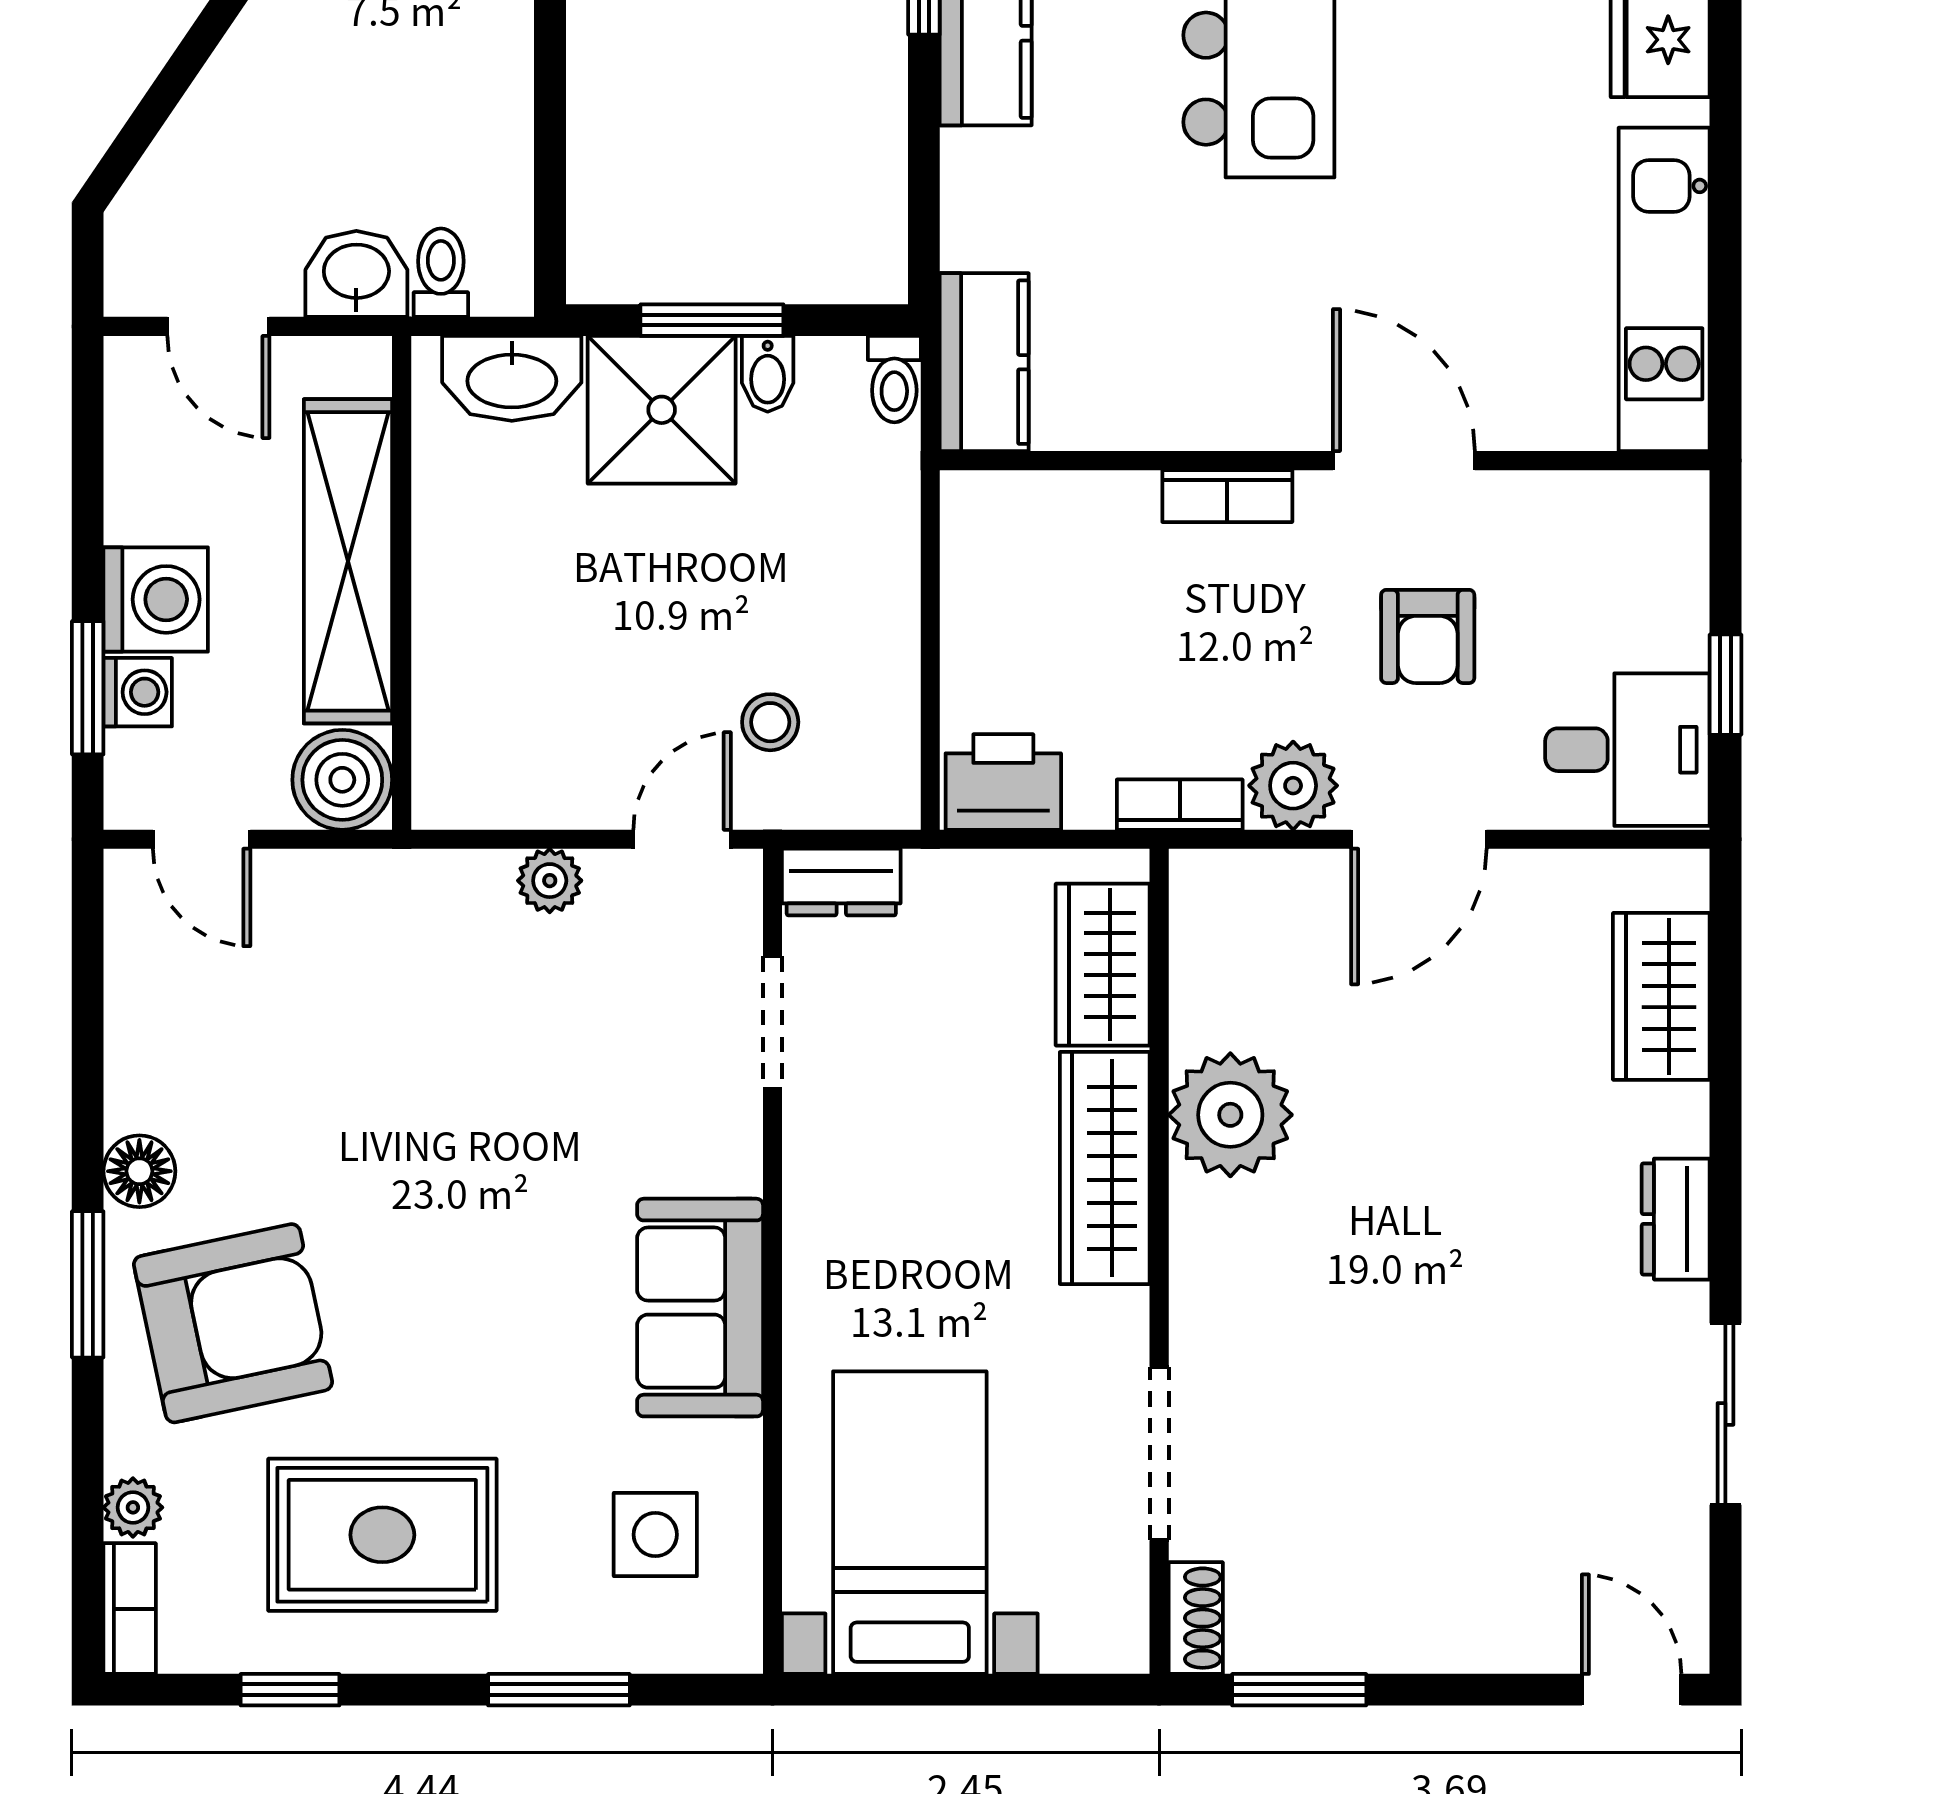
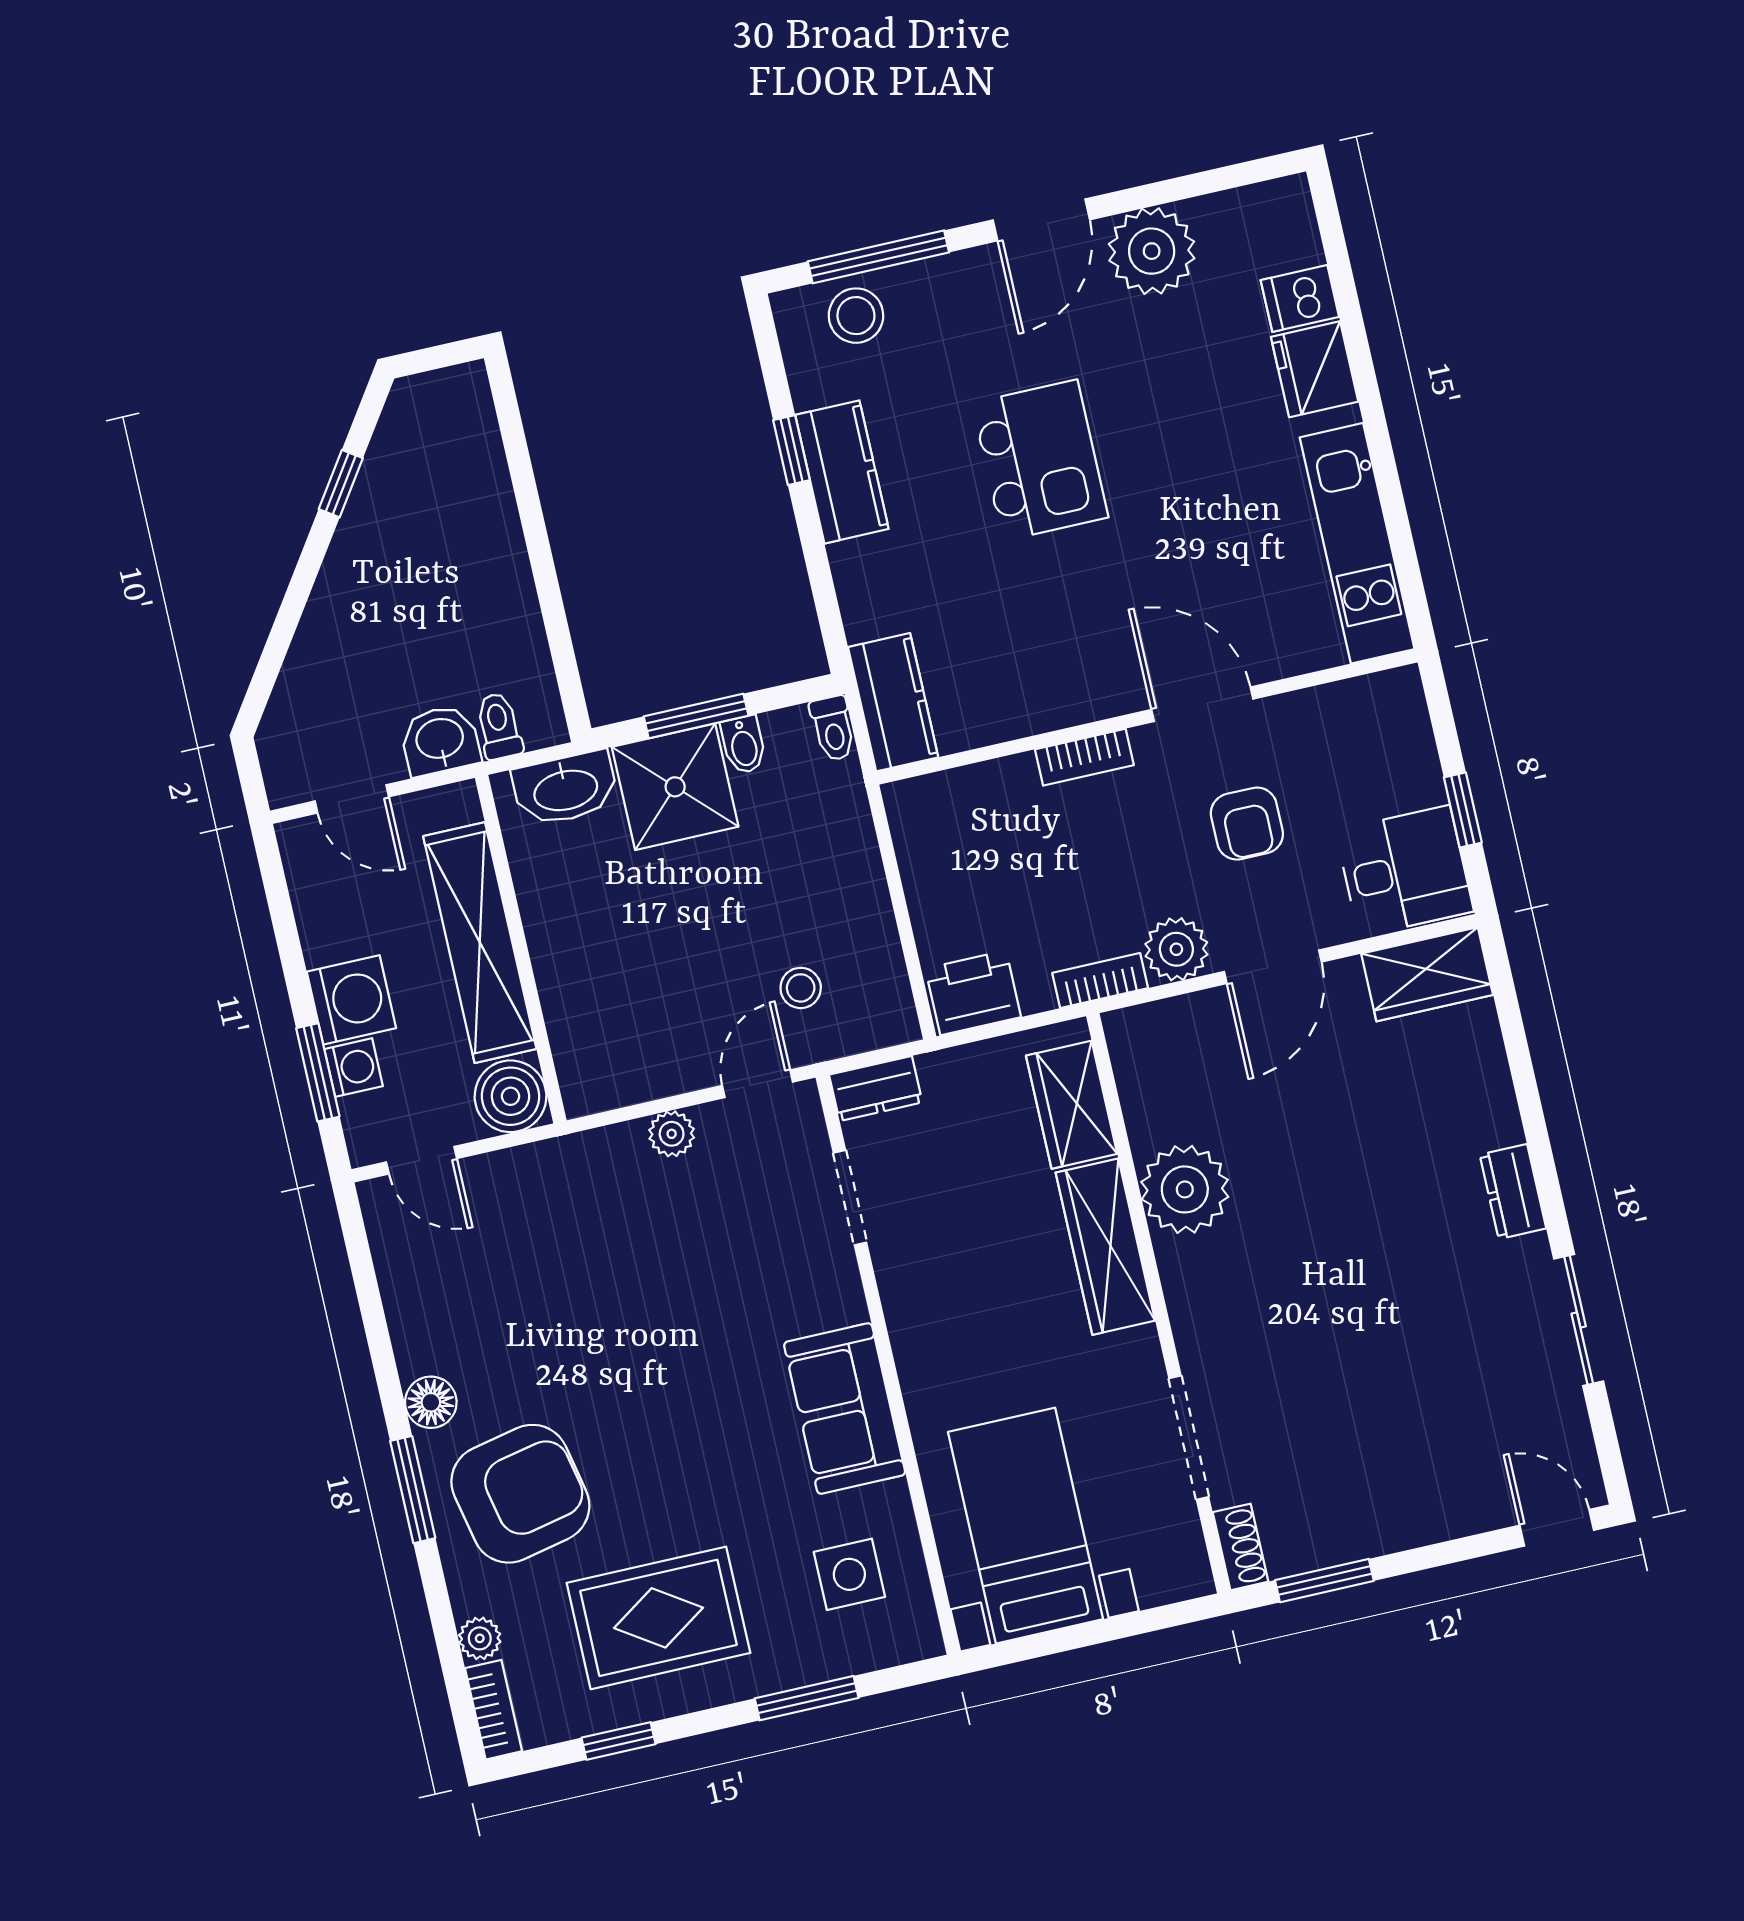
wardrobe: (1661, 996) -> (1427, 974), moved, turned -90

